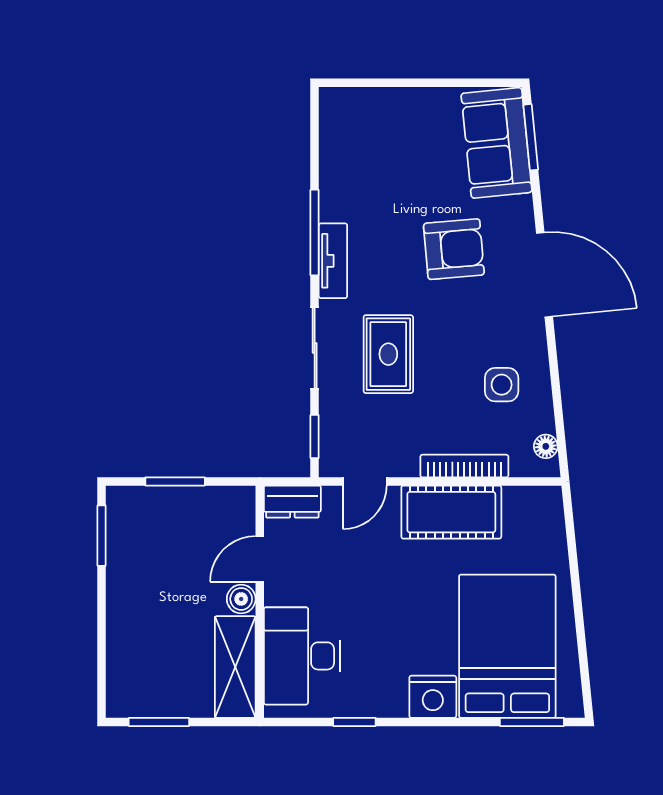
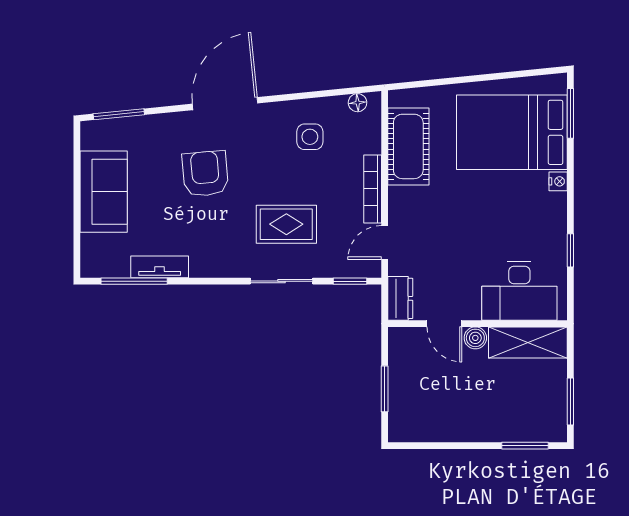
sofa: (497, 143) -> (104, 192), moved, turned -84
window: (315, 233) -> (134, 281), moved
tv unit: (333, 261) -> (160, 267), moved
bookcase: (464, 466) -> (373, 189), moved
door: (365, 481) -> (385, 242), swing flipped
cot: (451, 512) -> (408, 146), moved
window: (102, 536) -> (525, 446), moved
nightstand: (433, 697) -> (558, 181), width x0.53, depth x0.56

